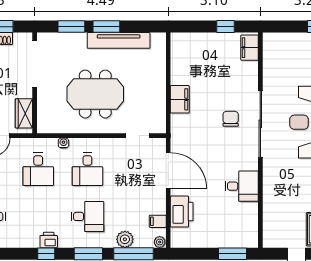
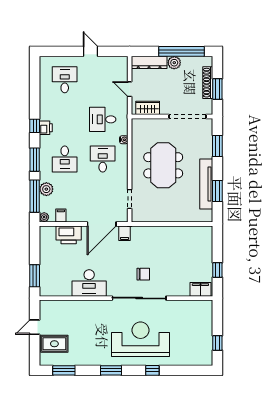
window: (106, 27) -> (217, 191), moved
filing cabinet: (180, 99) -> (125, 233), moved, width x0.50
desk: (87, 169) -> (103, 159), turned 90
desk: (242, 186) -> (89, 283), width x1.37

